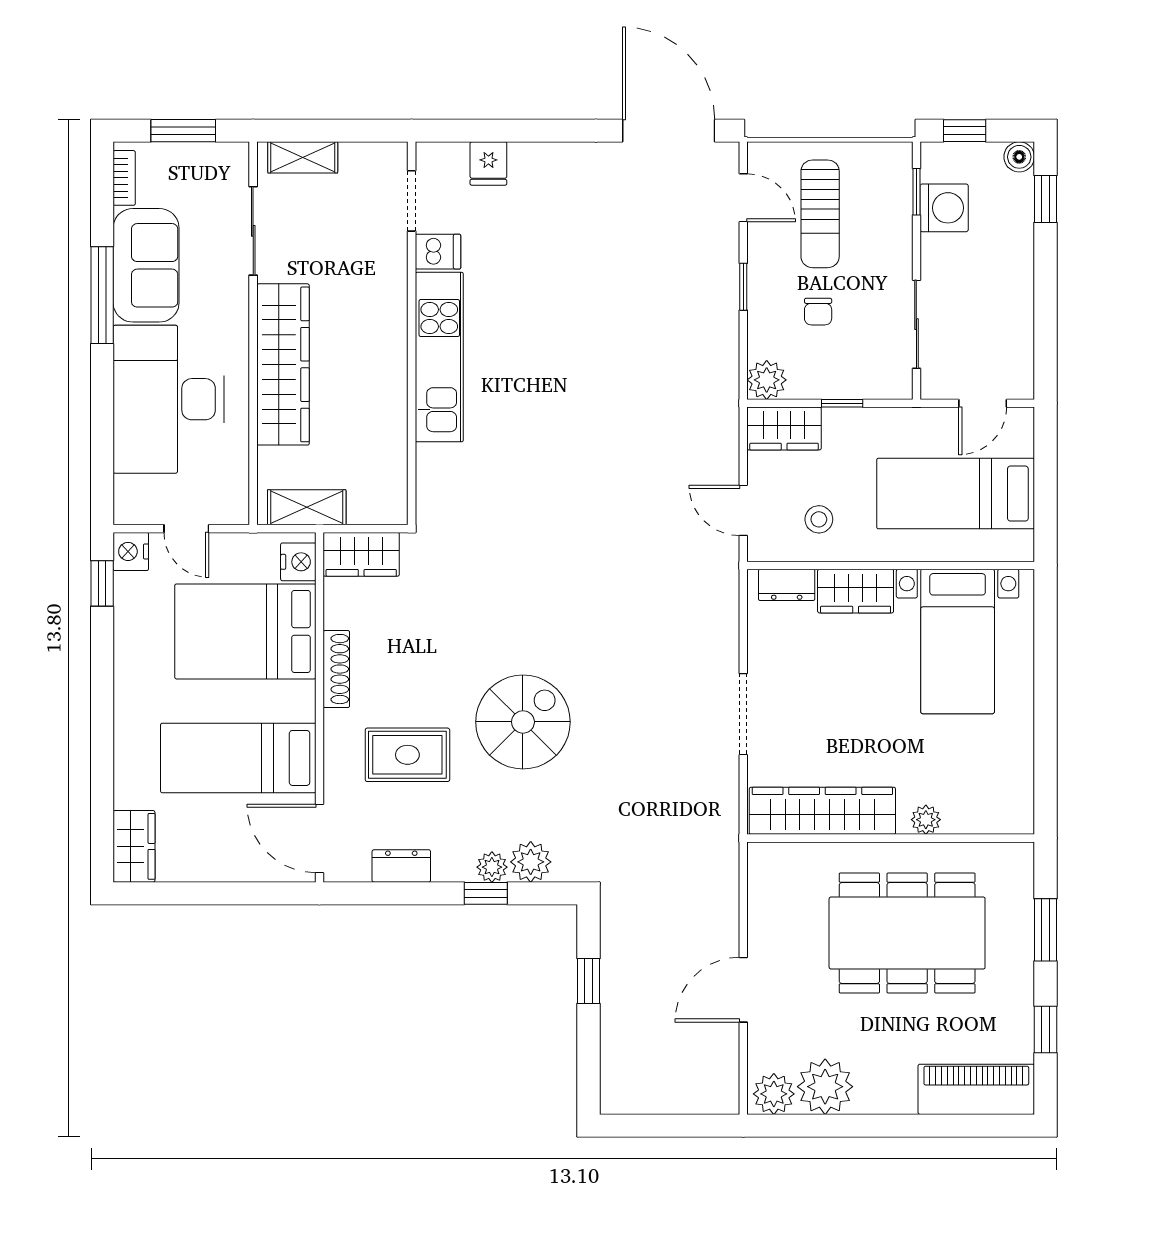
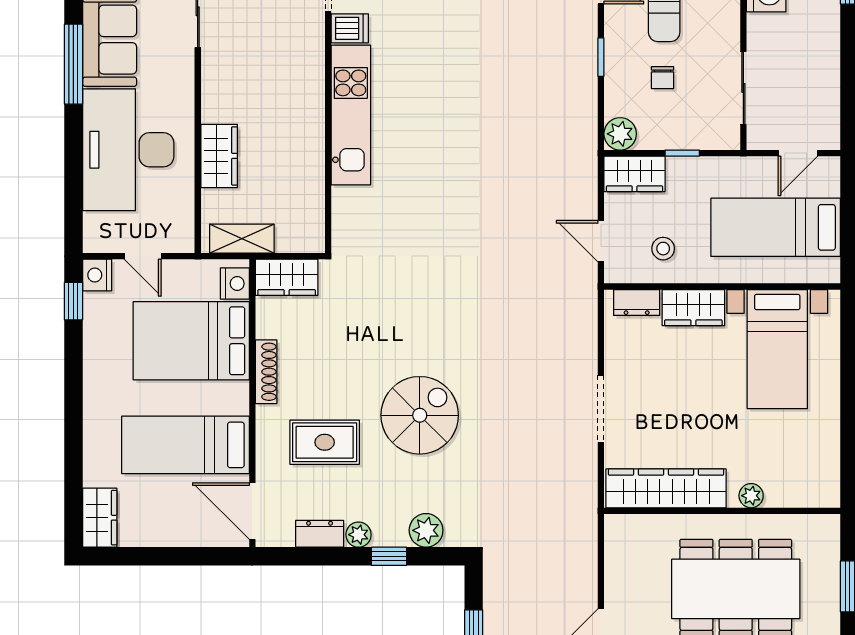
wardrobe: (283, 364) -> (219, 156), width x0.48, depth x0.85
plant: (492, 867) -> (359, 535), moved

